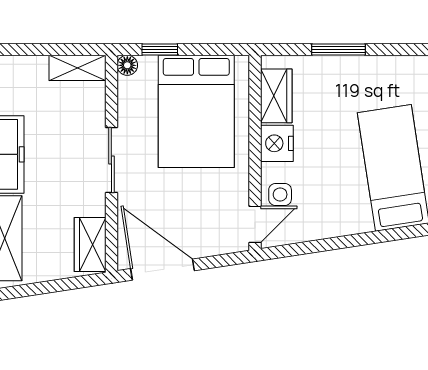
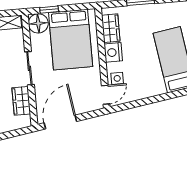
floor lamp: (127, 65) -> (38, 23), width x1.89, depth x1.89
wardrobe: (90, 245) -> (21, 101), moved
door: (163, 270) -> (60, 122), hinge flipped

